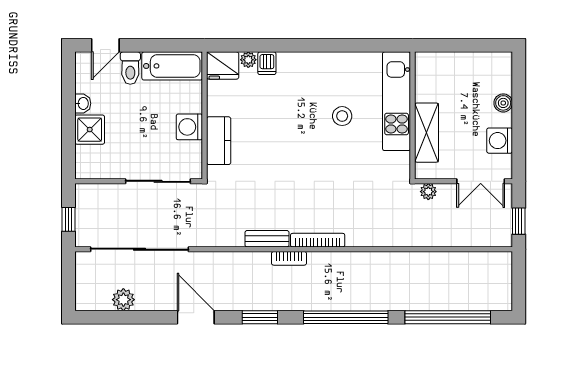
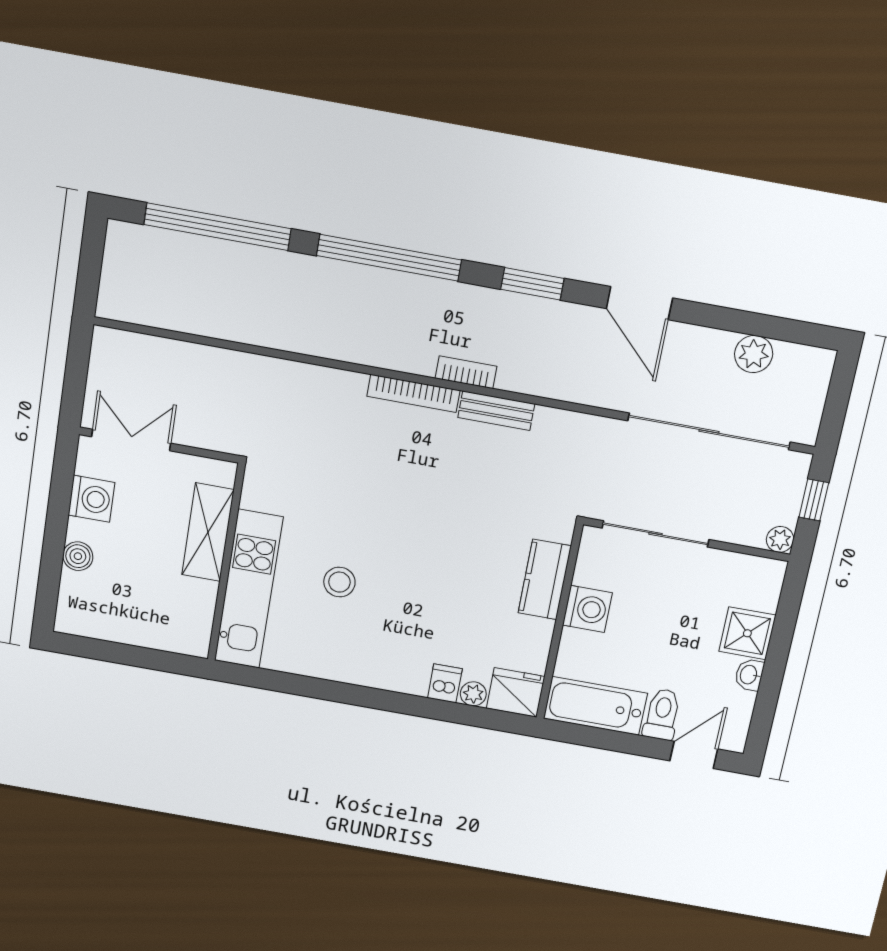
plant: (428, 192) -> (780, 539), moved
window: (519, 221) -> (77, 365), removed

